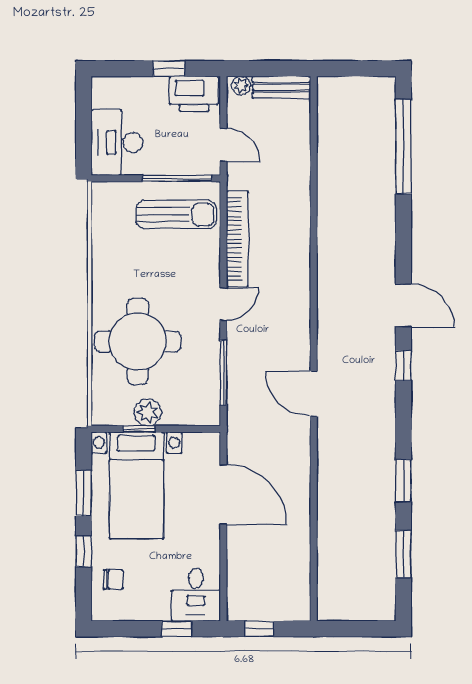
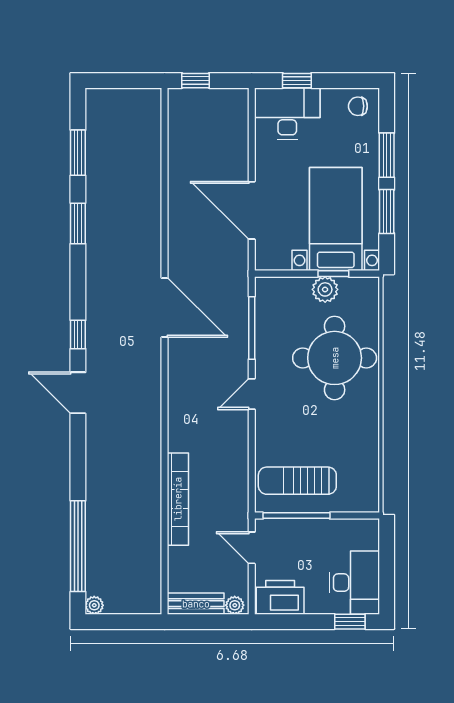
window: (169, 69) -> (350, 622), moved
plant: (386, 85) -> (94, 605), added
desk: (117, 142) -> (355, 583), moved
bookcase: (237, 239) -> (178, 499), moved, turned 180
door: (314, 394) -> (165, 308), width x1.36
window: (84, 552) -> (387, 155), width x1.50
chair: (113, 580) -> (358, 106), moved
desk: (196, 595) -> (287, 113), width x1.37
window: (259, 629) -> (196, 81), moved

